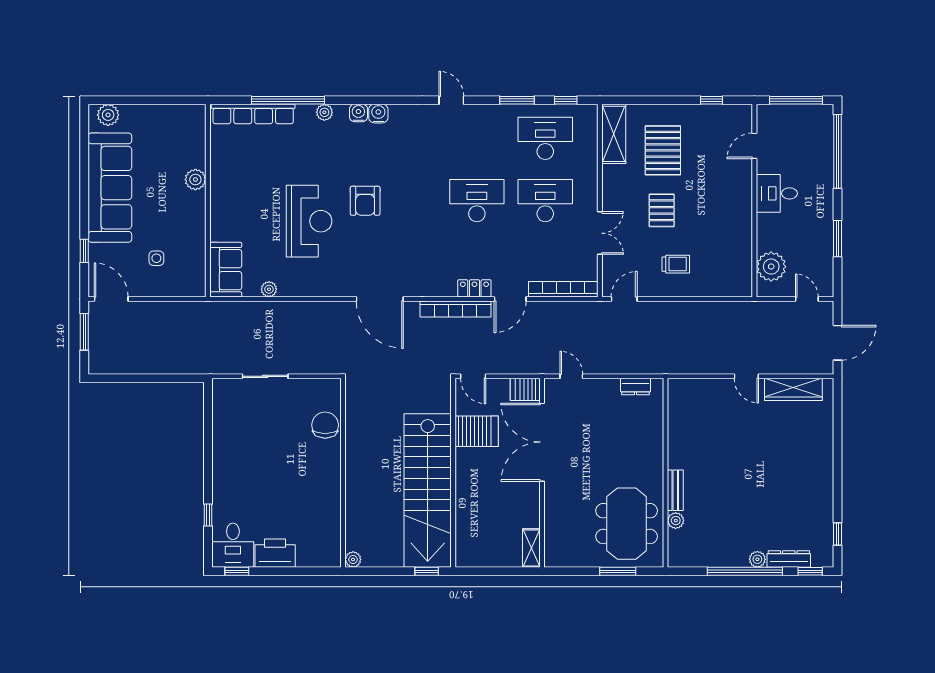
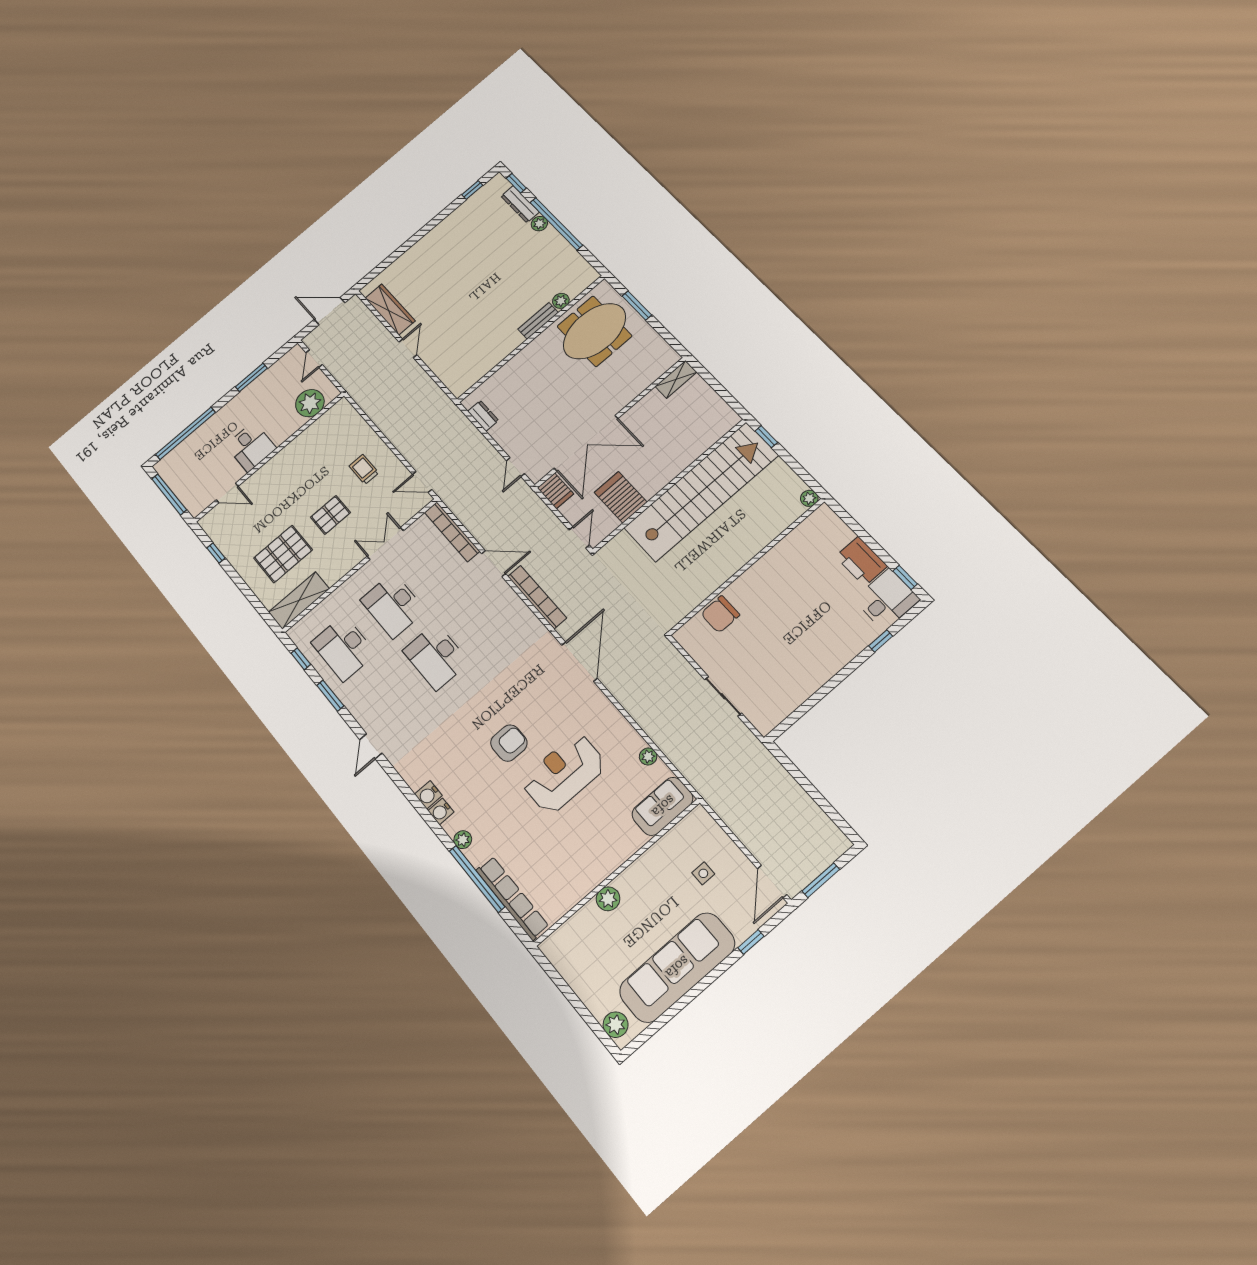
locker: (474, 288) -> (508, 597), removed

